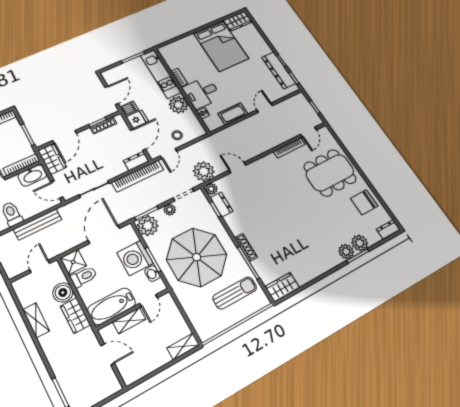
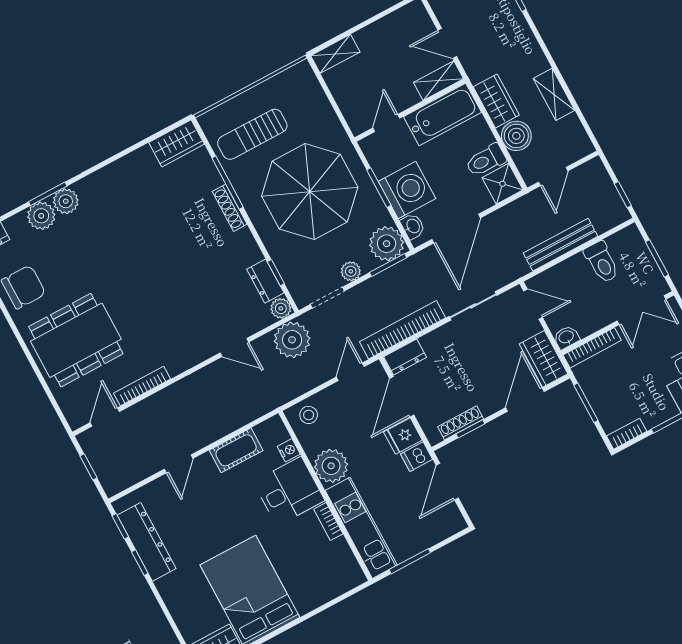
stool: (177, 135) -> (309, 415), moved
washbasin: (32, 175) -> (566, 337), width x0.52, depth x0.69
washbasin: (152, 274) -> (413, 226), moved
shelving: (129, 321) -> (438, 81), moved

